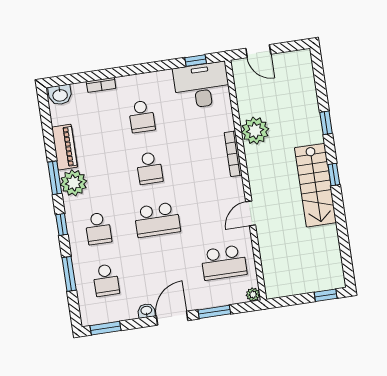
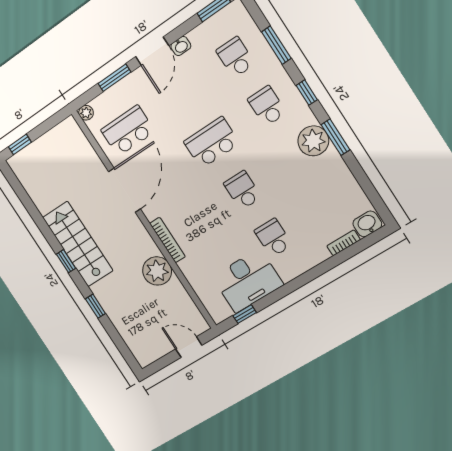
bookcase: (101, 85) -> (344, 243), moved
desk: (202, 85) -> (248, 281), moved
piano: (65, 147) -> (339, 173), removed
door: (251, 213) -> (125, 190), width x1.88

